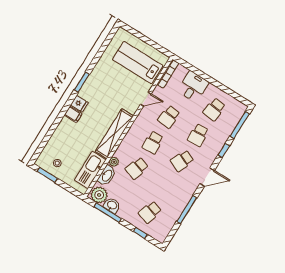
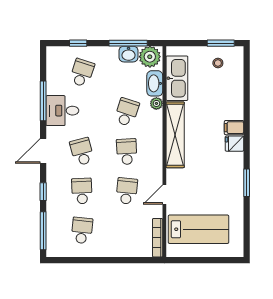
window: (82, 82) -> (247, 183), moved
desk: (193, 87) -> (62, 111), moved, turned 90
school desk: (182, 161) -> (82, 152), turned -39

